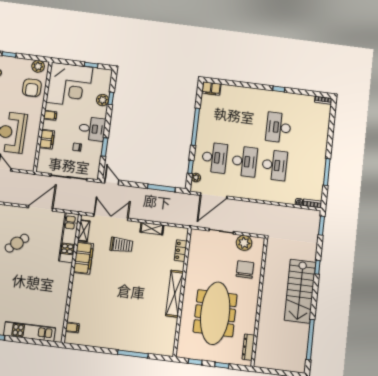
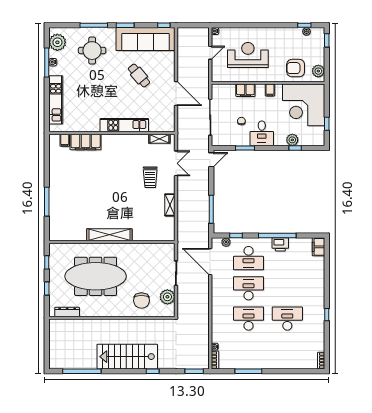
printer: (204, 125) -> (280, 244), added
desk: (244, 161) -> (249, 288), turned 180
desk: (274, 165) -> (249, 319), turned 180
double door: (111, 217) -> (176, 163), width x0.73
kitchen unit: (69, 238) -> (124, 125), moved
locker: (181, 251) -> (152, 236), removed
filing cabinet: (83, 258) -> (86, 142), moved
chair: (245, 269) -> (141, 300), turned 90

